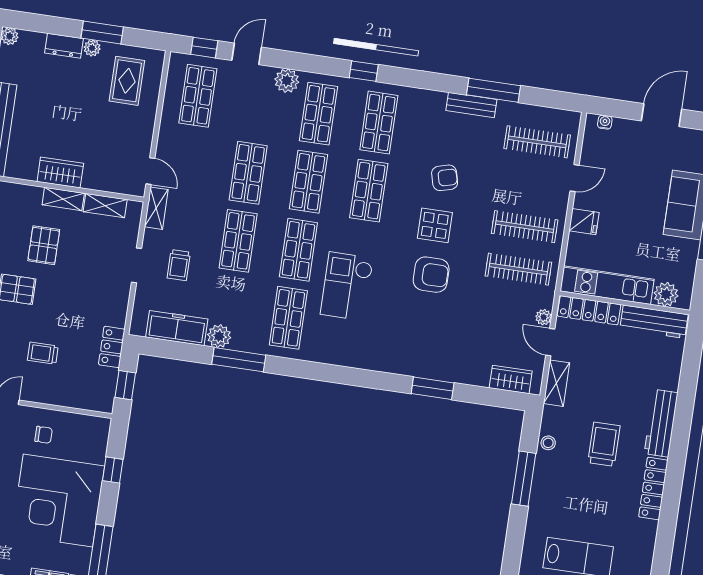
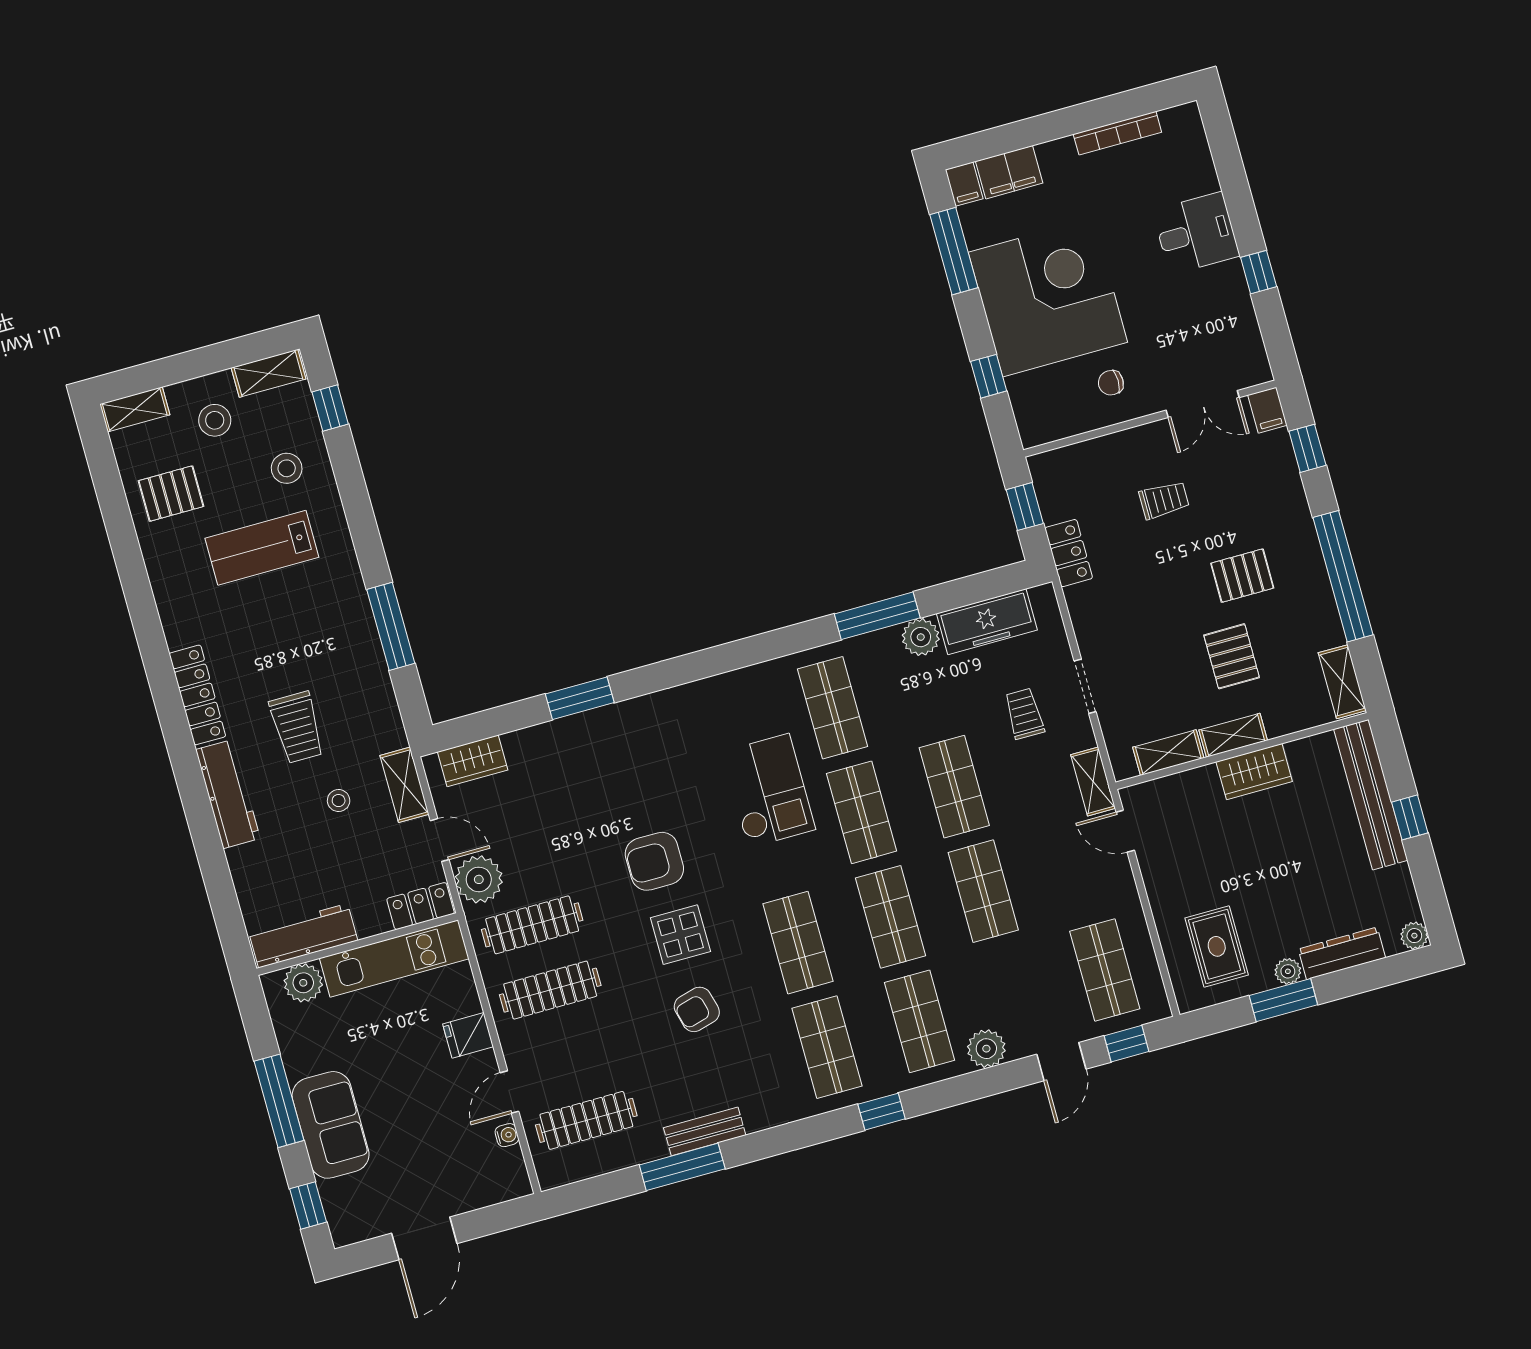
dresser: (64, 46) -> (1342, 953), width x1.44
water cooler: (605, 122) -> (507, 1135), moved, turned -90
locker: (589, 310) -> (421, 906), width x0.66
plant: (544, 317) -> (479, 879), width x1.87, depth x1.87
stool: (548, 443) -> (339, 801), moved

